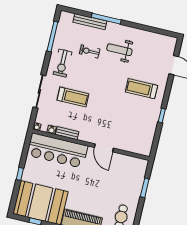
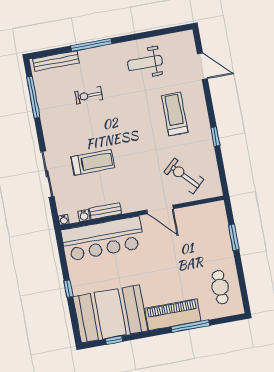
bench: (90, 22) -> (56, 61), moved
weight bench: (119, 50) -> (145, 63), moved
exercise bike: (63, 63) -> (184, 176), moved, turned 137
treadmill: (141, 89) -> (175, 114), turned 90

